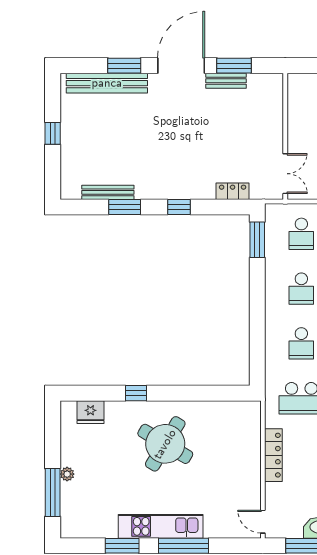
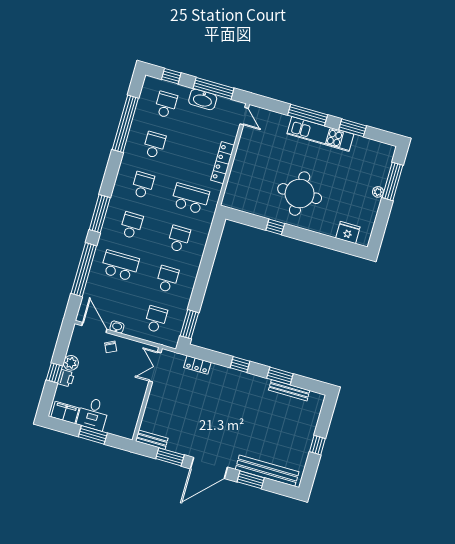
bench: (226, 81) -> (152, 440), moved
window: (136, 393) -> (275, 227), moved
round table: (165, 444) -> (300, 194), turned -31

